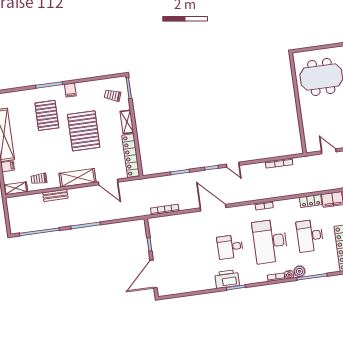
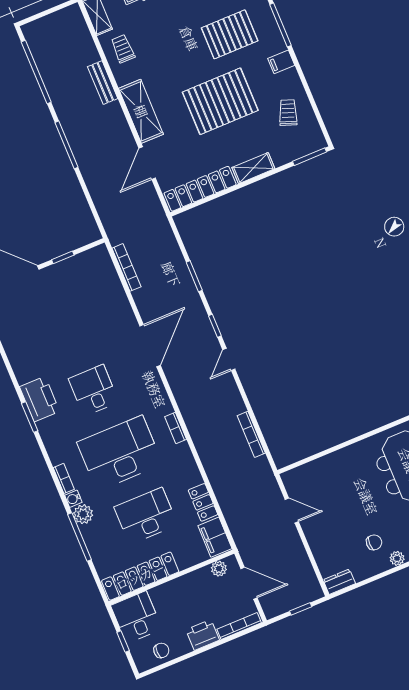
trolley: (113, 95) -> (288, 113), moved
door: (329, 151) -> (292, 511), hinge flipped

